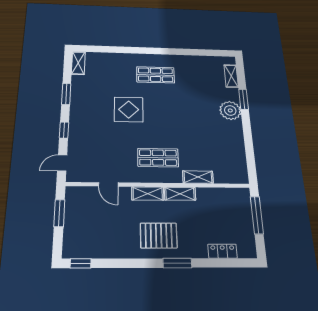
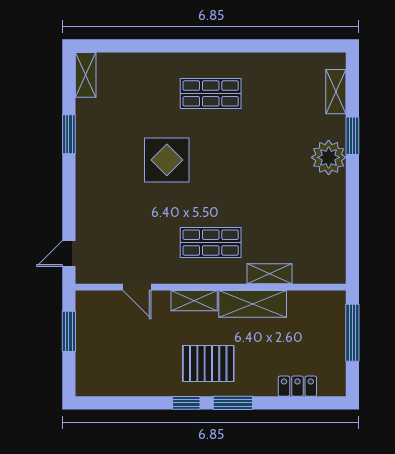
window: (64, 130) -> (69, 199), removed
shelving: (180, 194) -> (253, 304), width x1.50, depth x1.33
window: (81, 263) -> (186, 403), moved

